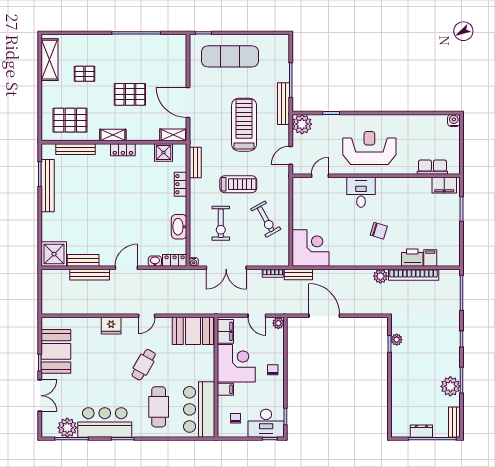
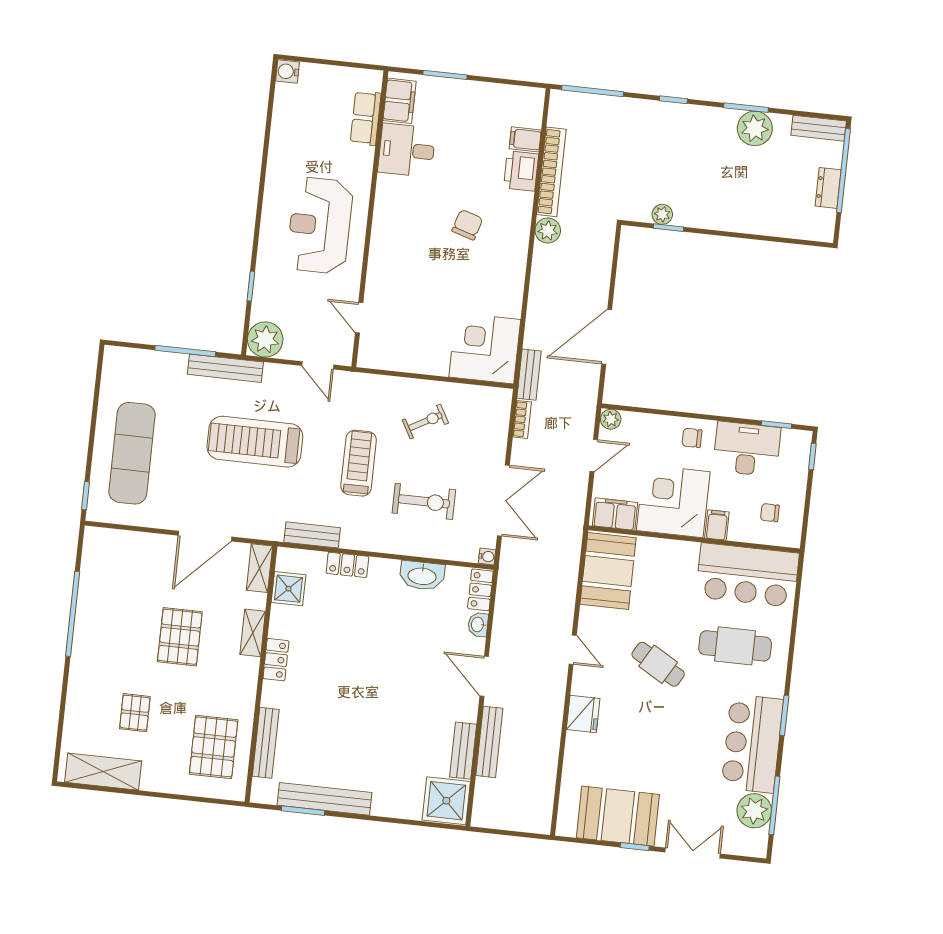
shelving: (113, 135) -> (253, 633), moved
desk: (361, 192) -> (407, 150), moved
exercise bike: (266, 219) -> (425, 421), width x0.73, depth x0.72
desk: (266, 423) -> (747, 449), moved, turned -90

